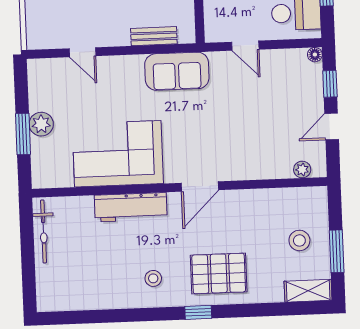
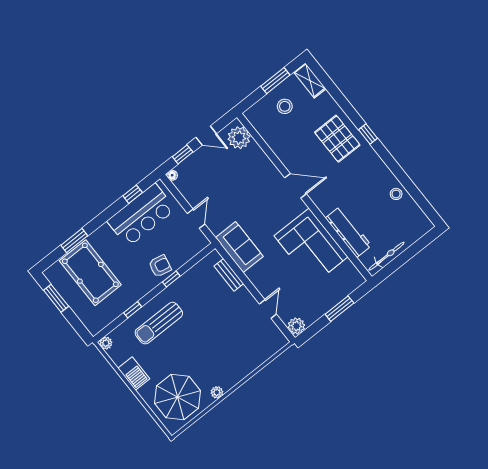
plant: (41, 124) -> (296, 326), moved
plant: (302, 170) -> (239, 138), width x1.88, depth x1.88
workbench: (131, 207) -> (348, 232), moved
stool: (153, 278) -> (396, 194), moved

